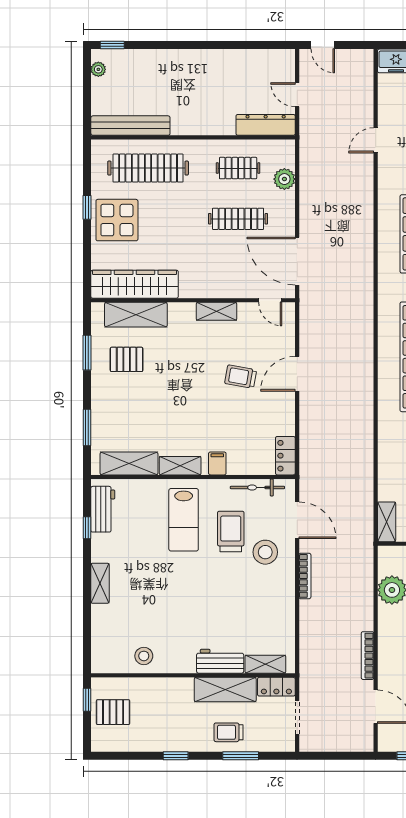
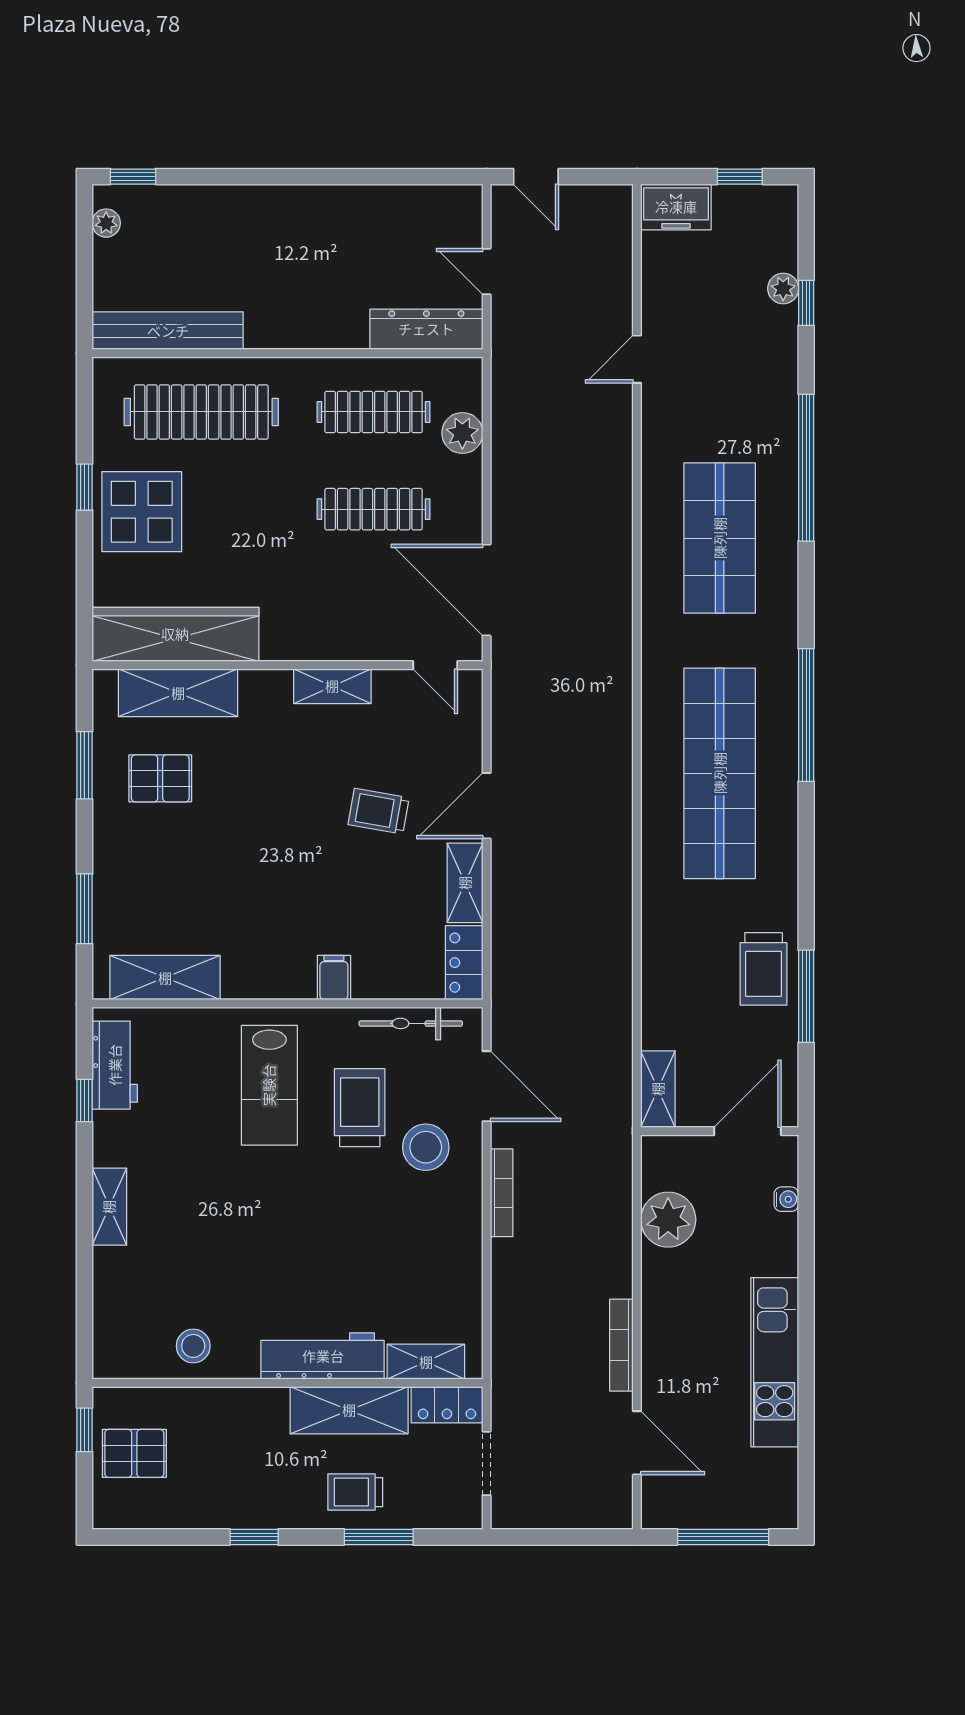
clothes rail: (238, 168) -> (374, 412), width x1.36
shelving: (180, 466) -> (465, 883), moved, turned 90
workbench: (220, 661) -> (323, 1356), width x1.38

